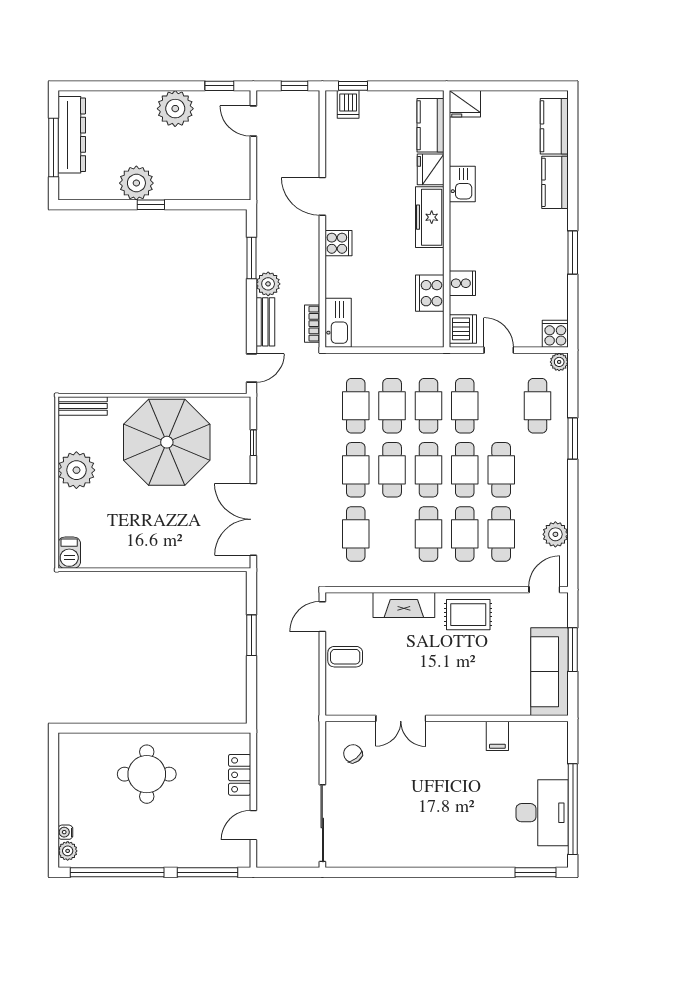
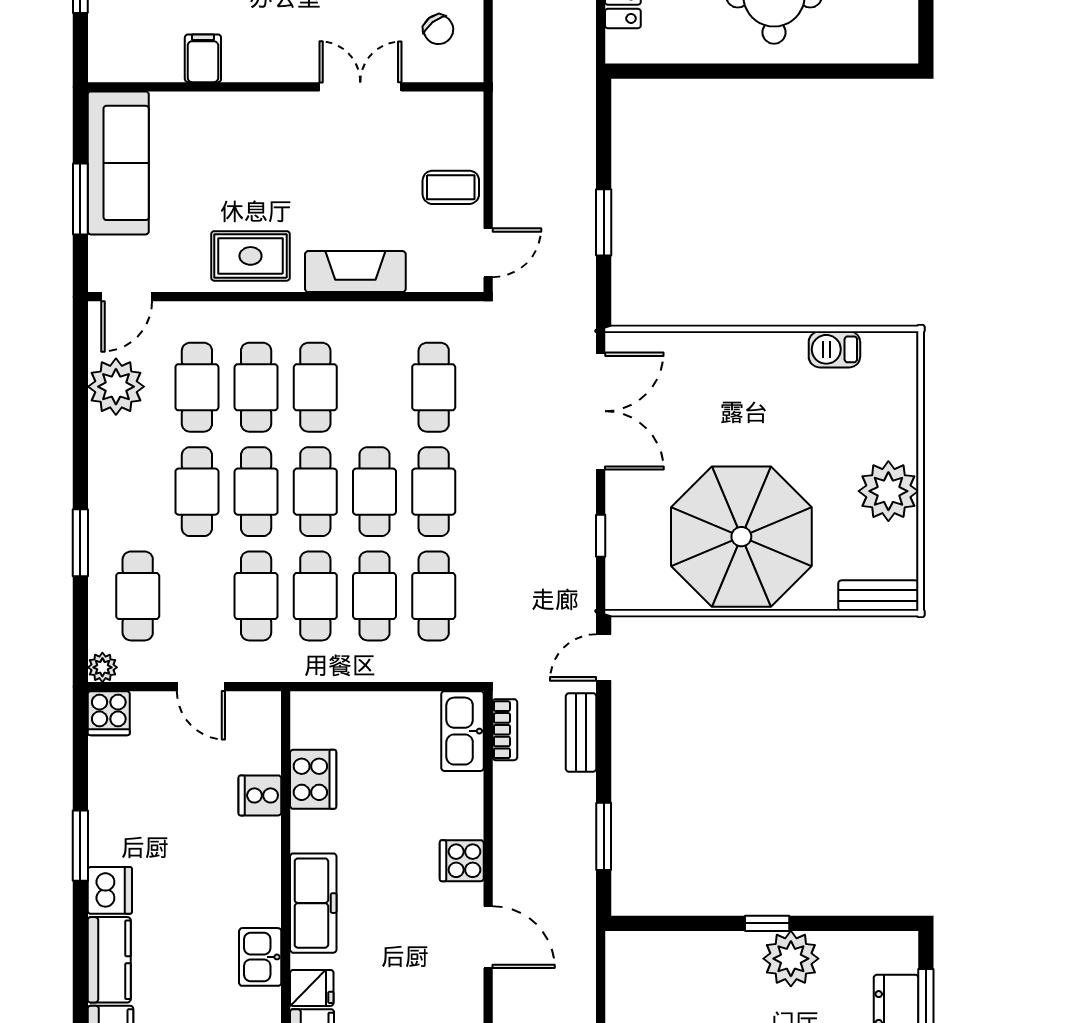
fridge: (431, 169) -> (312, 988), width x0.72
plant: (268, 284) -> (577, 794), removed
dishwasher: (463, 329) -> (110, 890), moved, turned 180
plant: (555, 534) -> (116, 387), width x1.36, depth x1.36
barbecue: (69, 553) -> (834, 349), moved, turned -90

